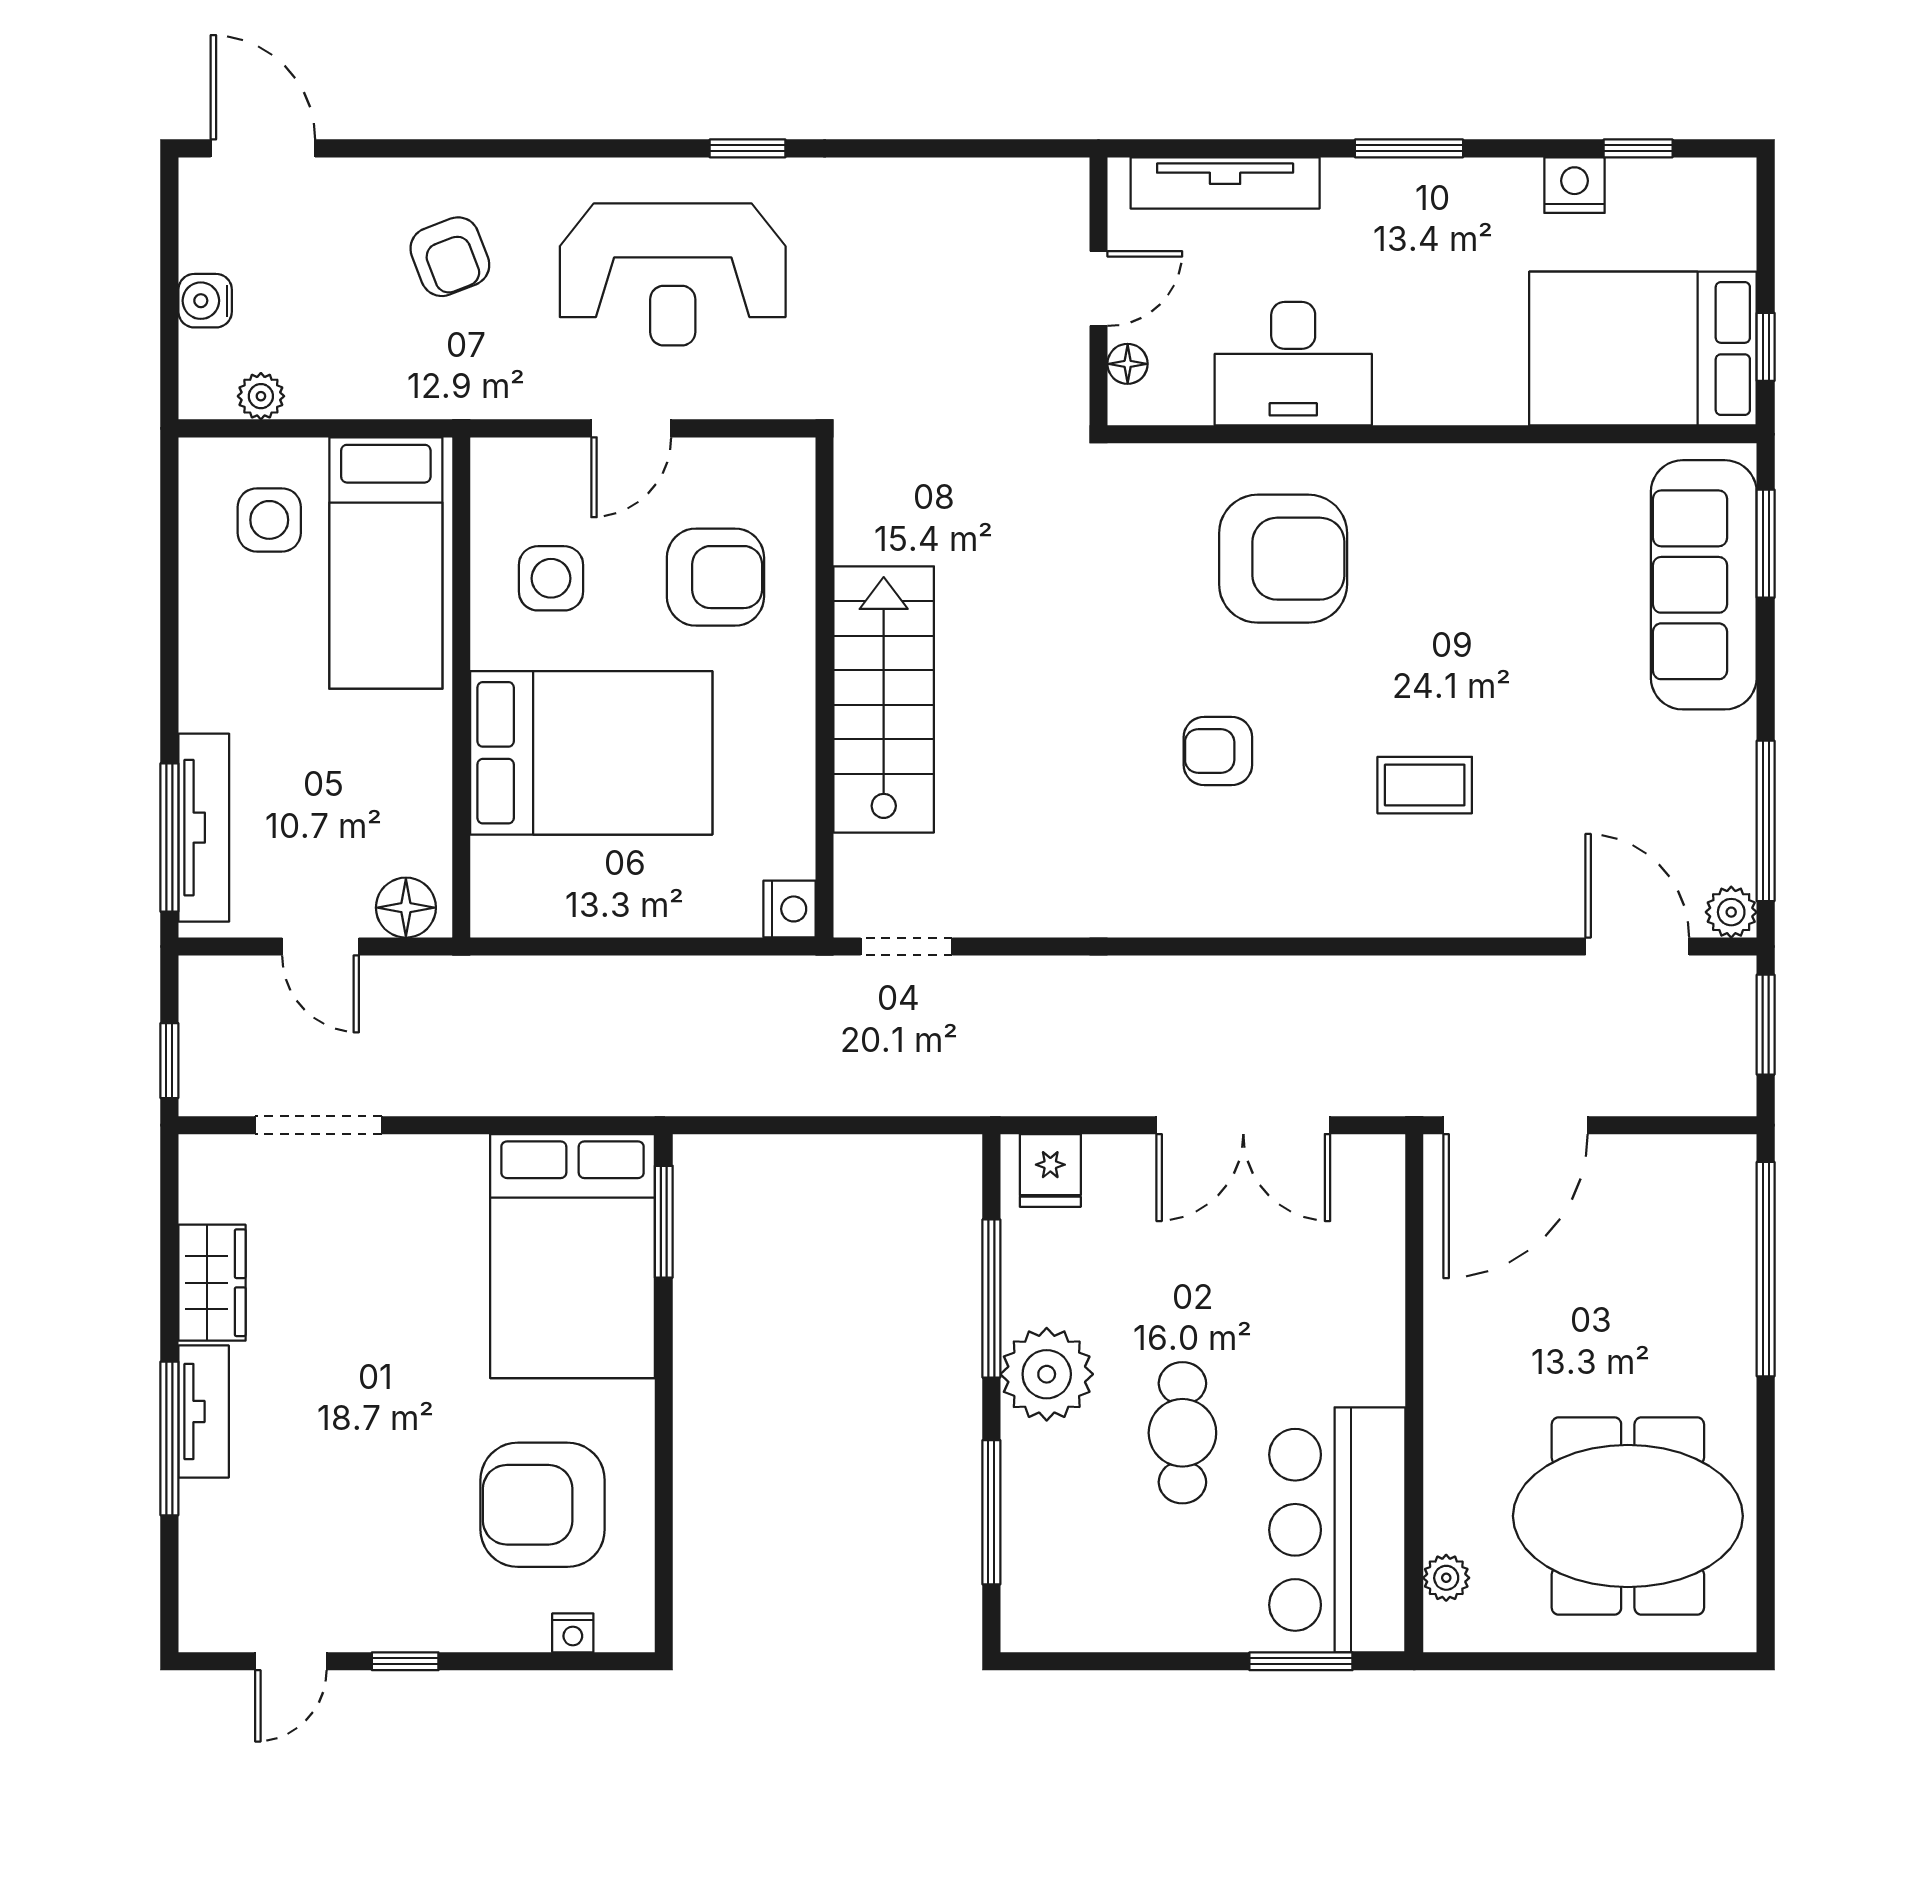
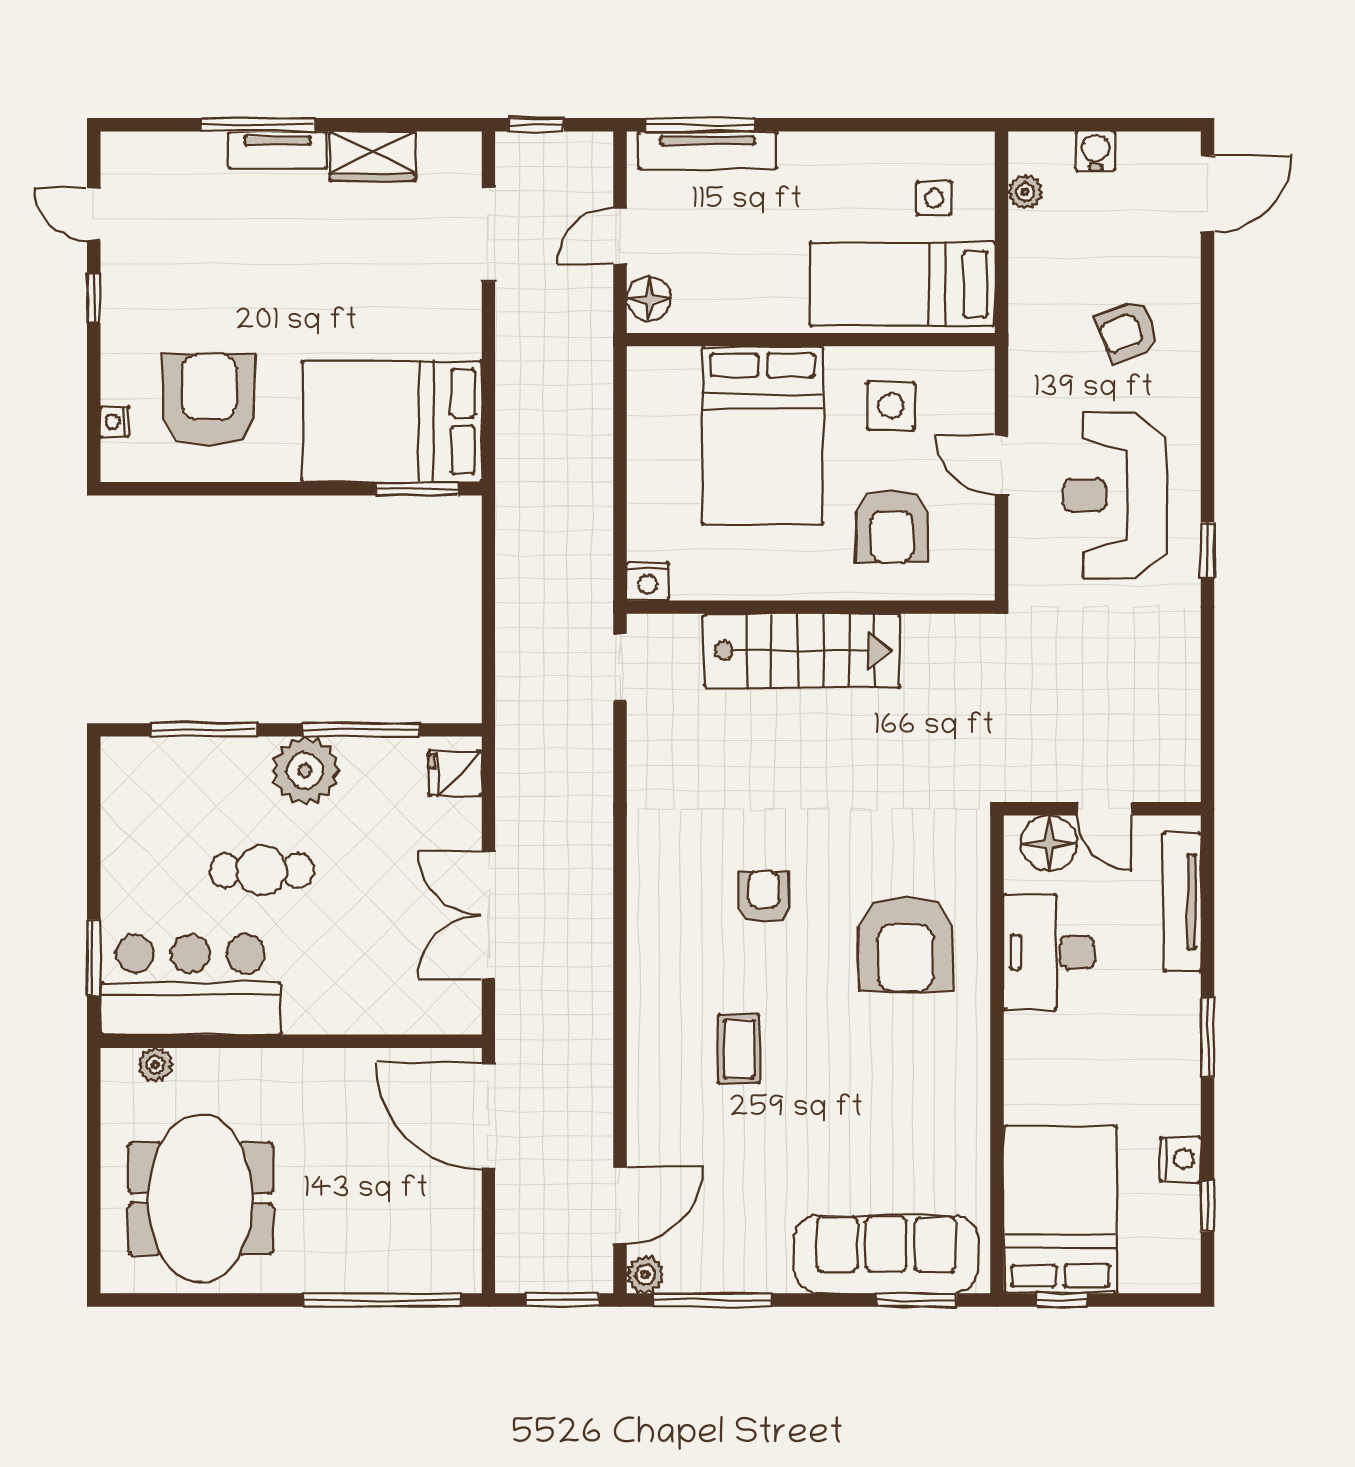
floor lamp: (1128, 364) -> (1049, 843), width x1.89, depth x1.89
side table: (269, 520) -> (934, 198), width x0.73, depth x0.73

